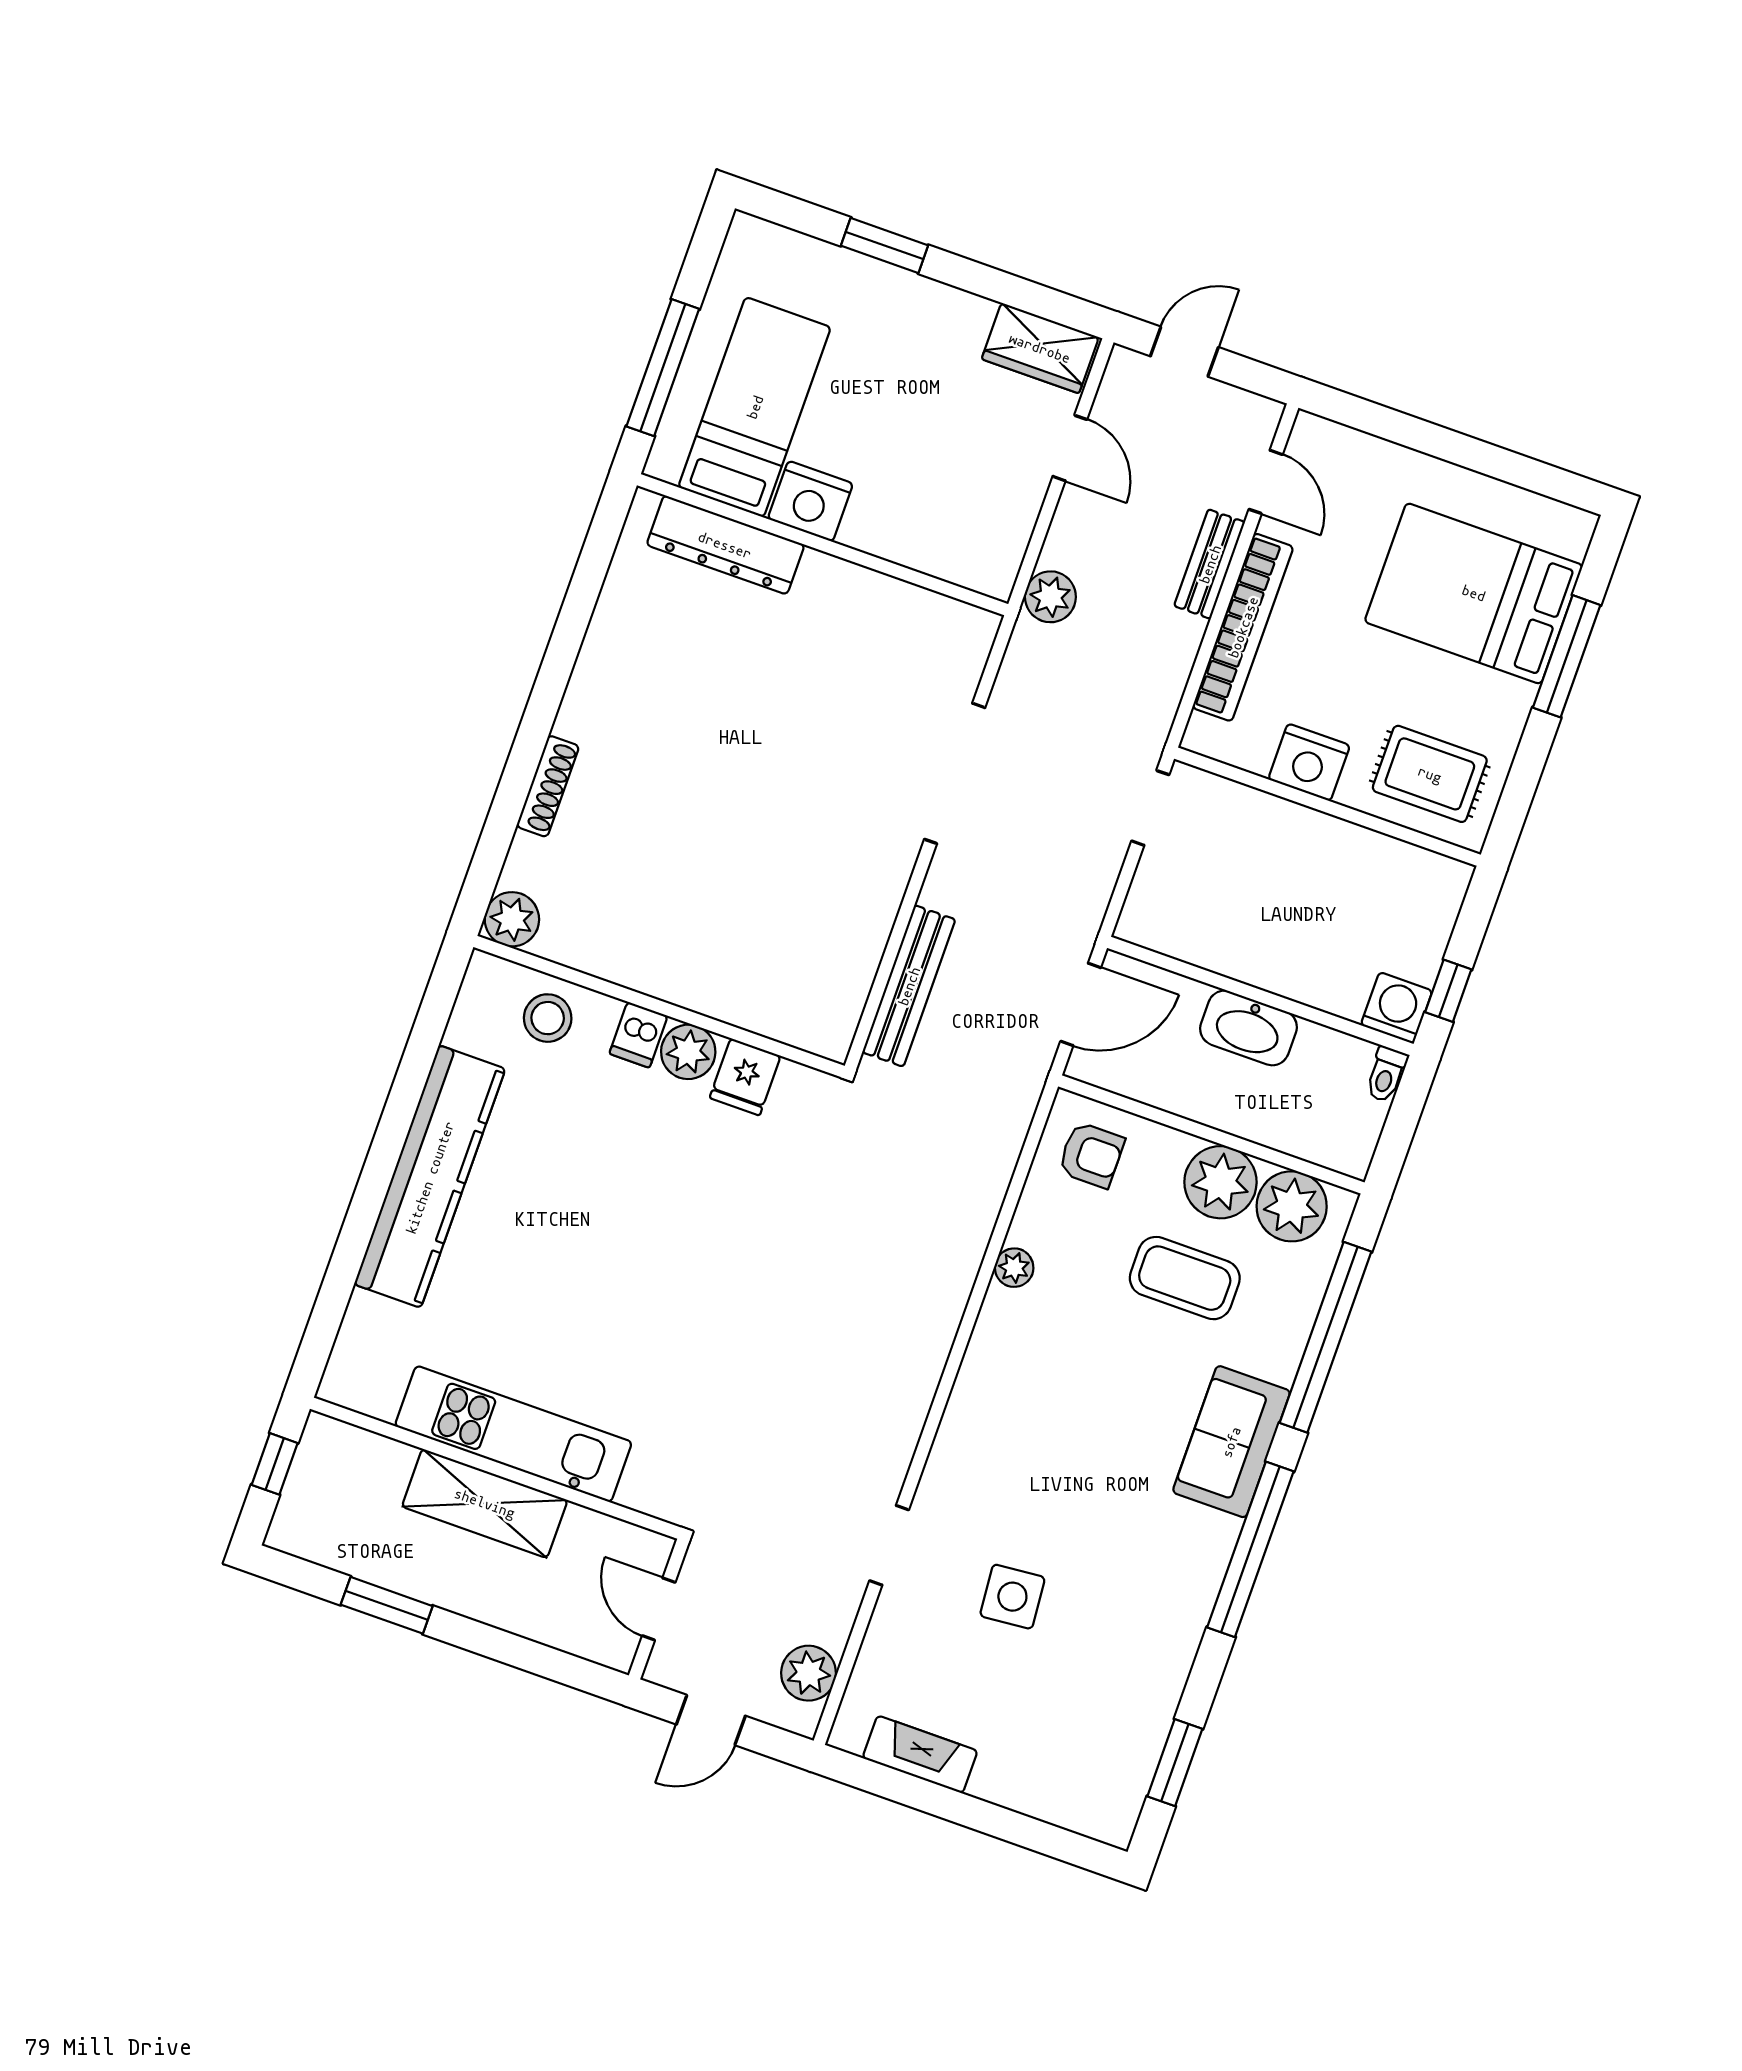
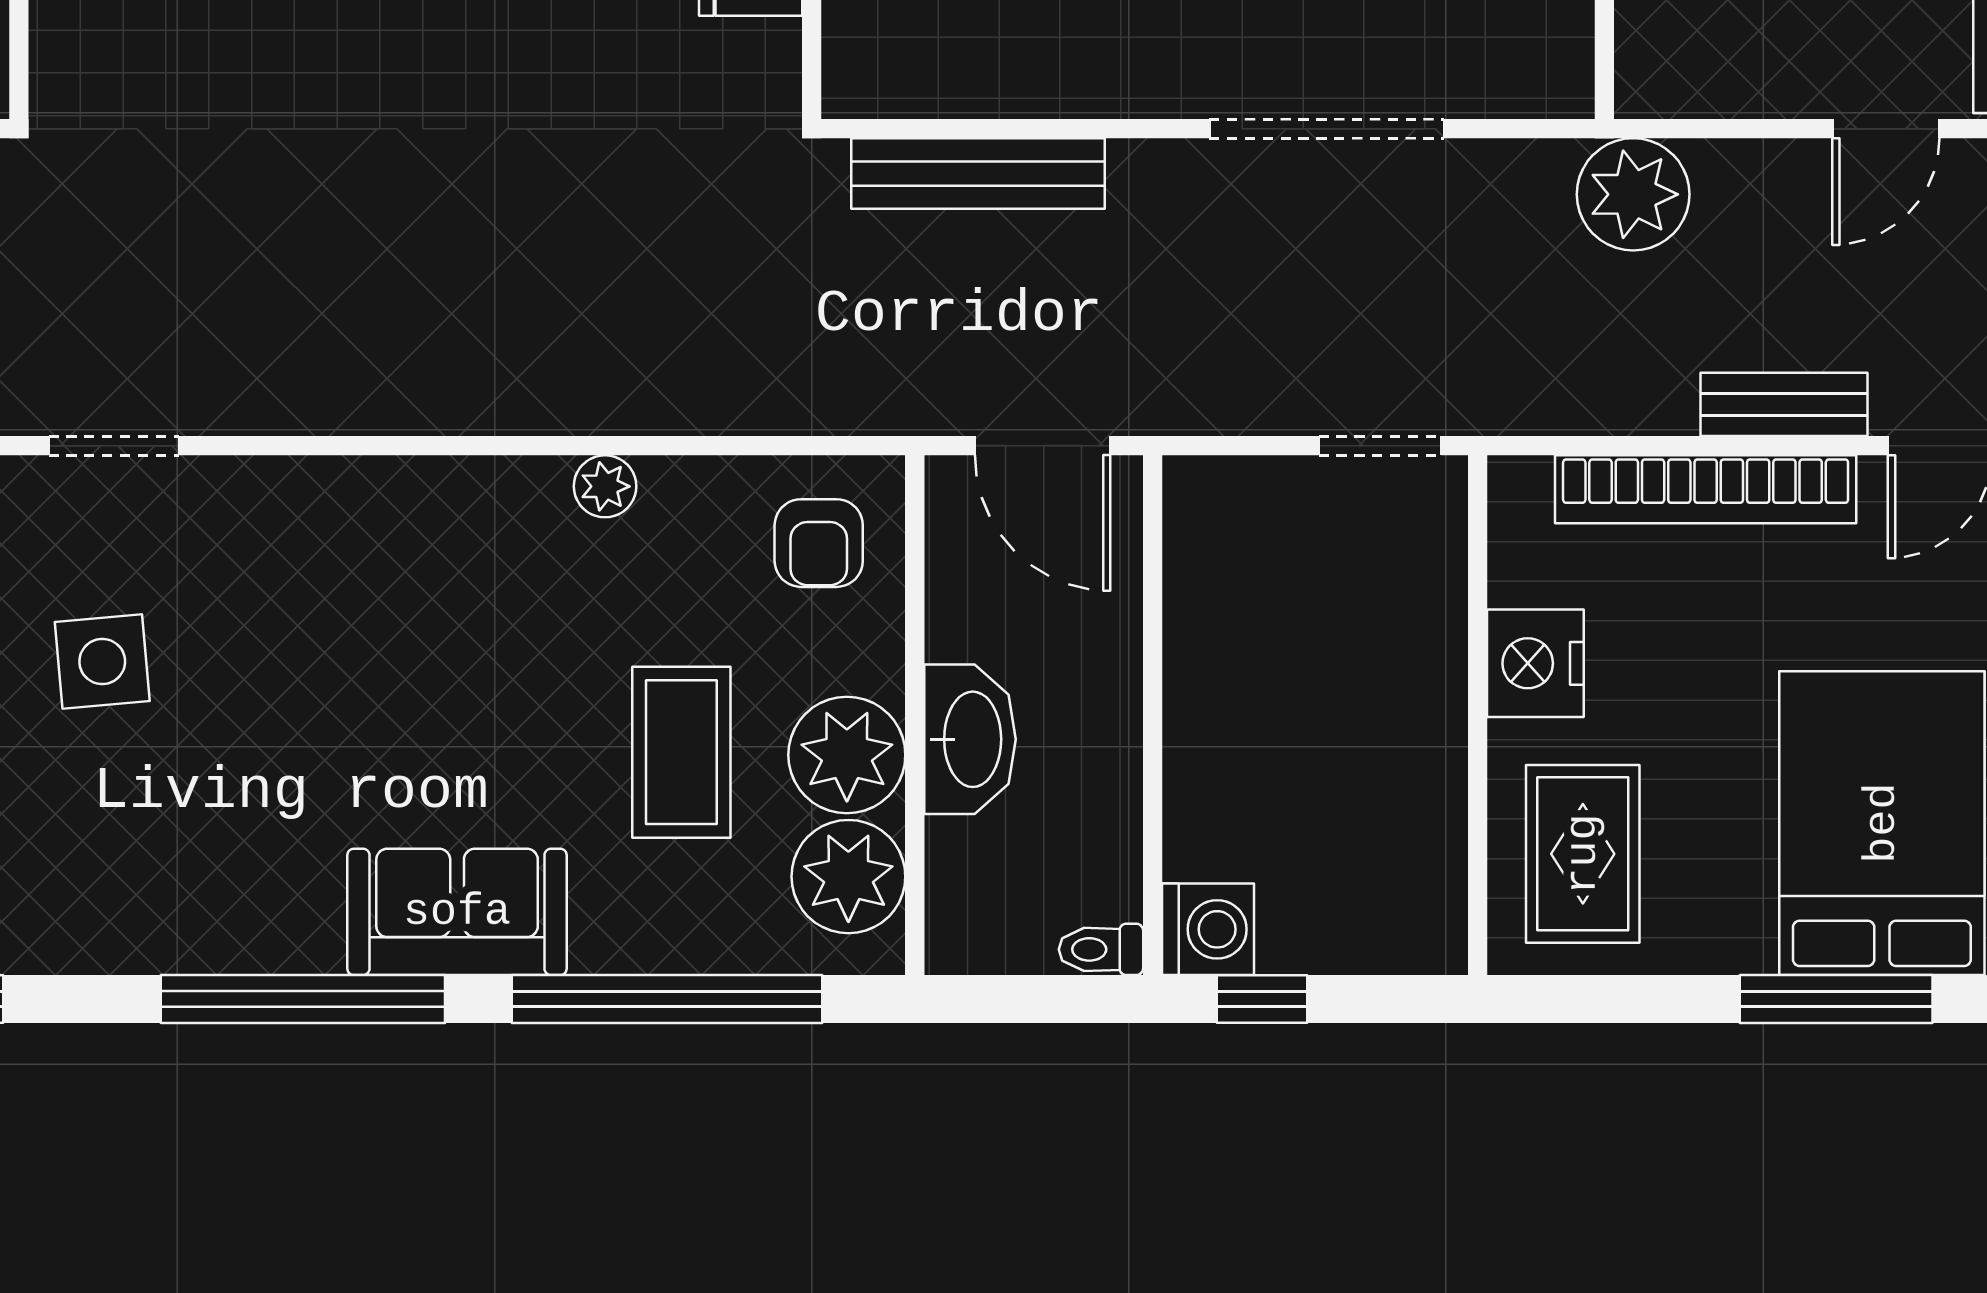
plant: (1050, 597) -> (1633, 194), width x1.36, depth x1.36
washbasin: (1248, 1028) -> (970, 739), moved, turned 180

